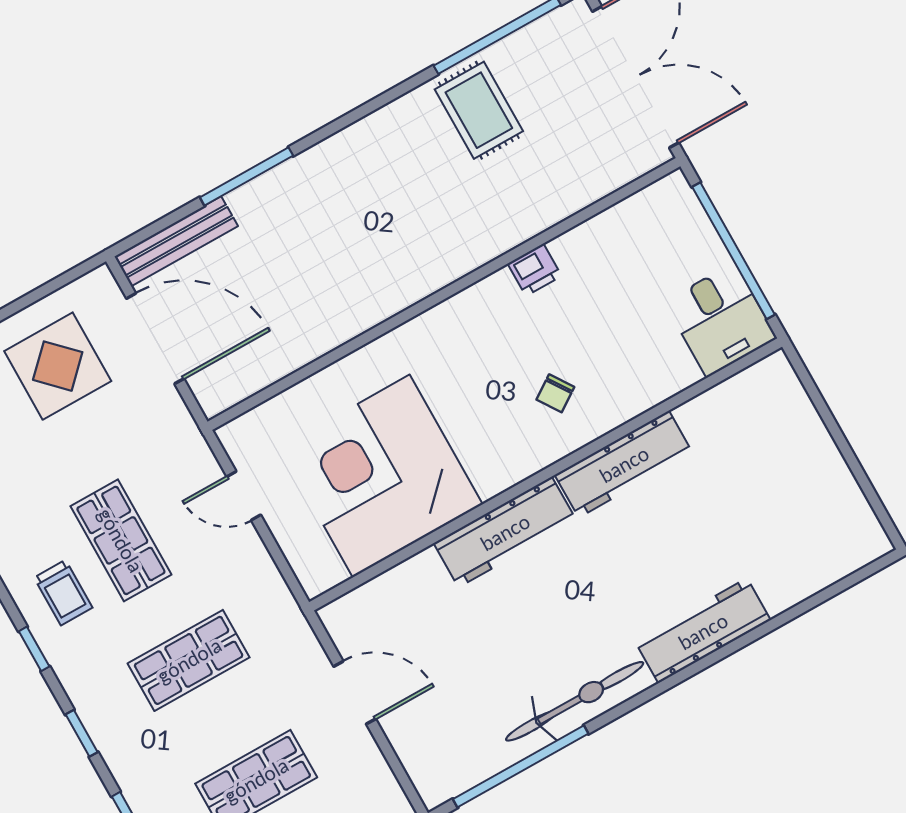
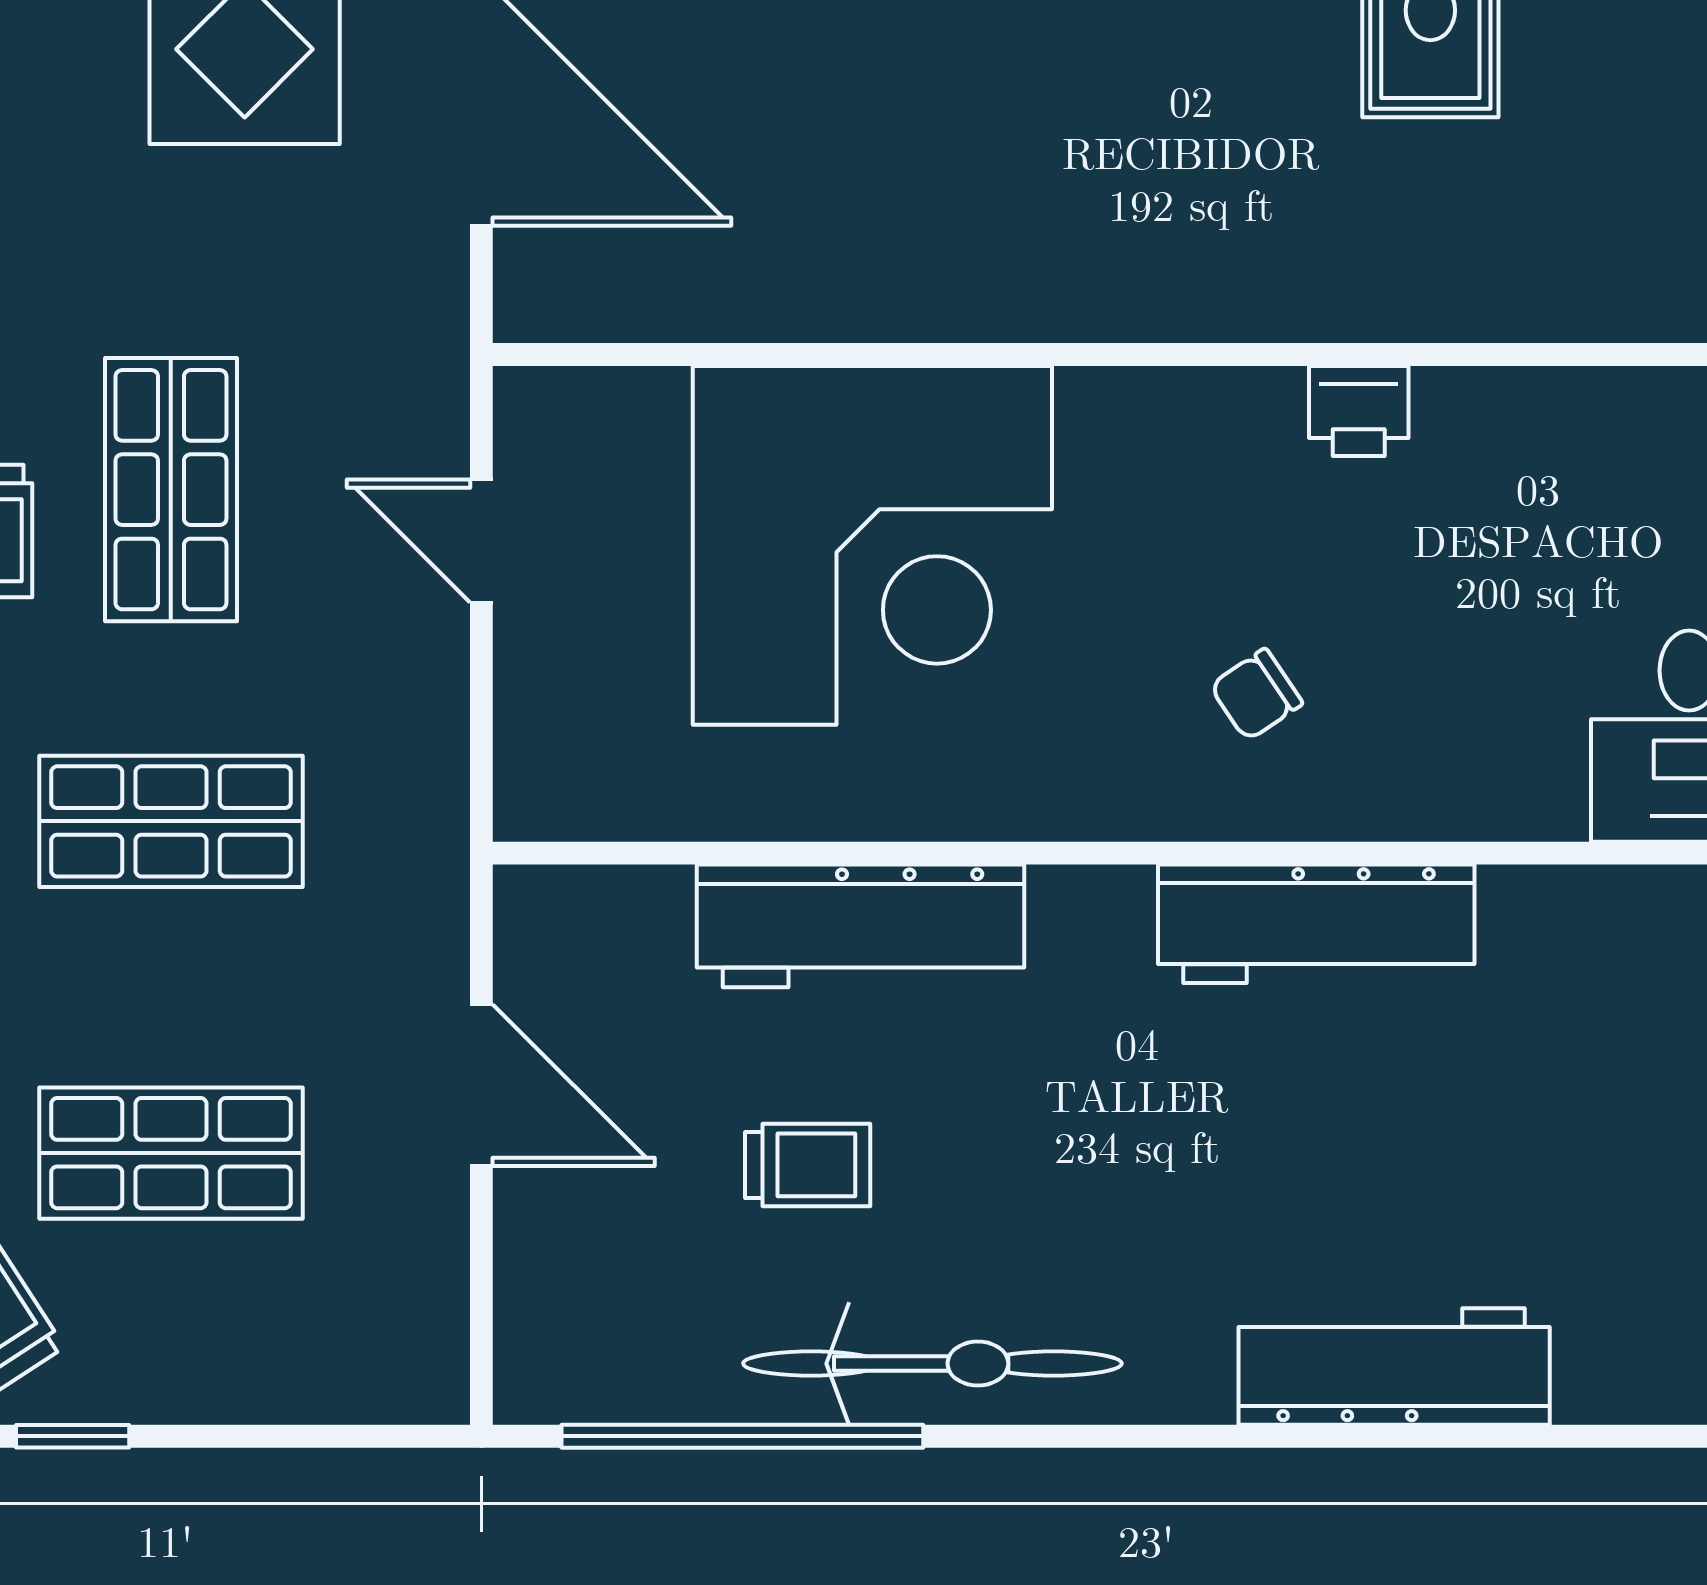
corner desk: (381, 476) -> (872, 545), moved, turned 180
workbench: (505, 532) -> (860, 926), moved
workbench: (703, 631) -> (1394, 1367), moved
trolley: (489, 655) -> (808, 1165), added

